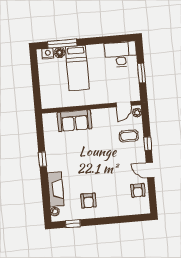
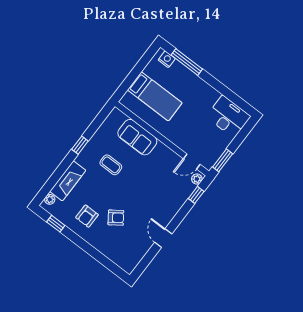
floor lamp: (60, 53) -> (178, 68), removed
bed: (77, 68) -> (155, 96), moved, turned -90
window: (142, 73) -> (223, 160), moved
coffee table: (129, 136) -> (111, 165), moved
window: (148, 144) -> (196, 195), moved
armchair: (138, 190) -> (116, 218), moved, turned -125

